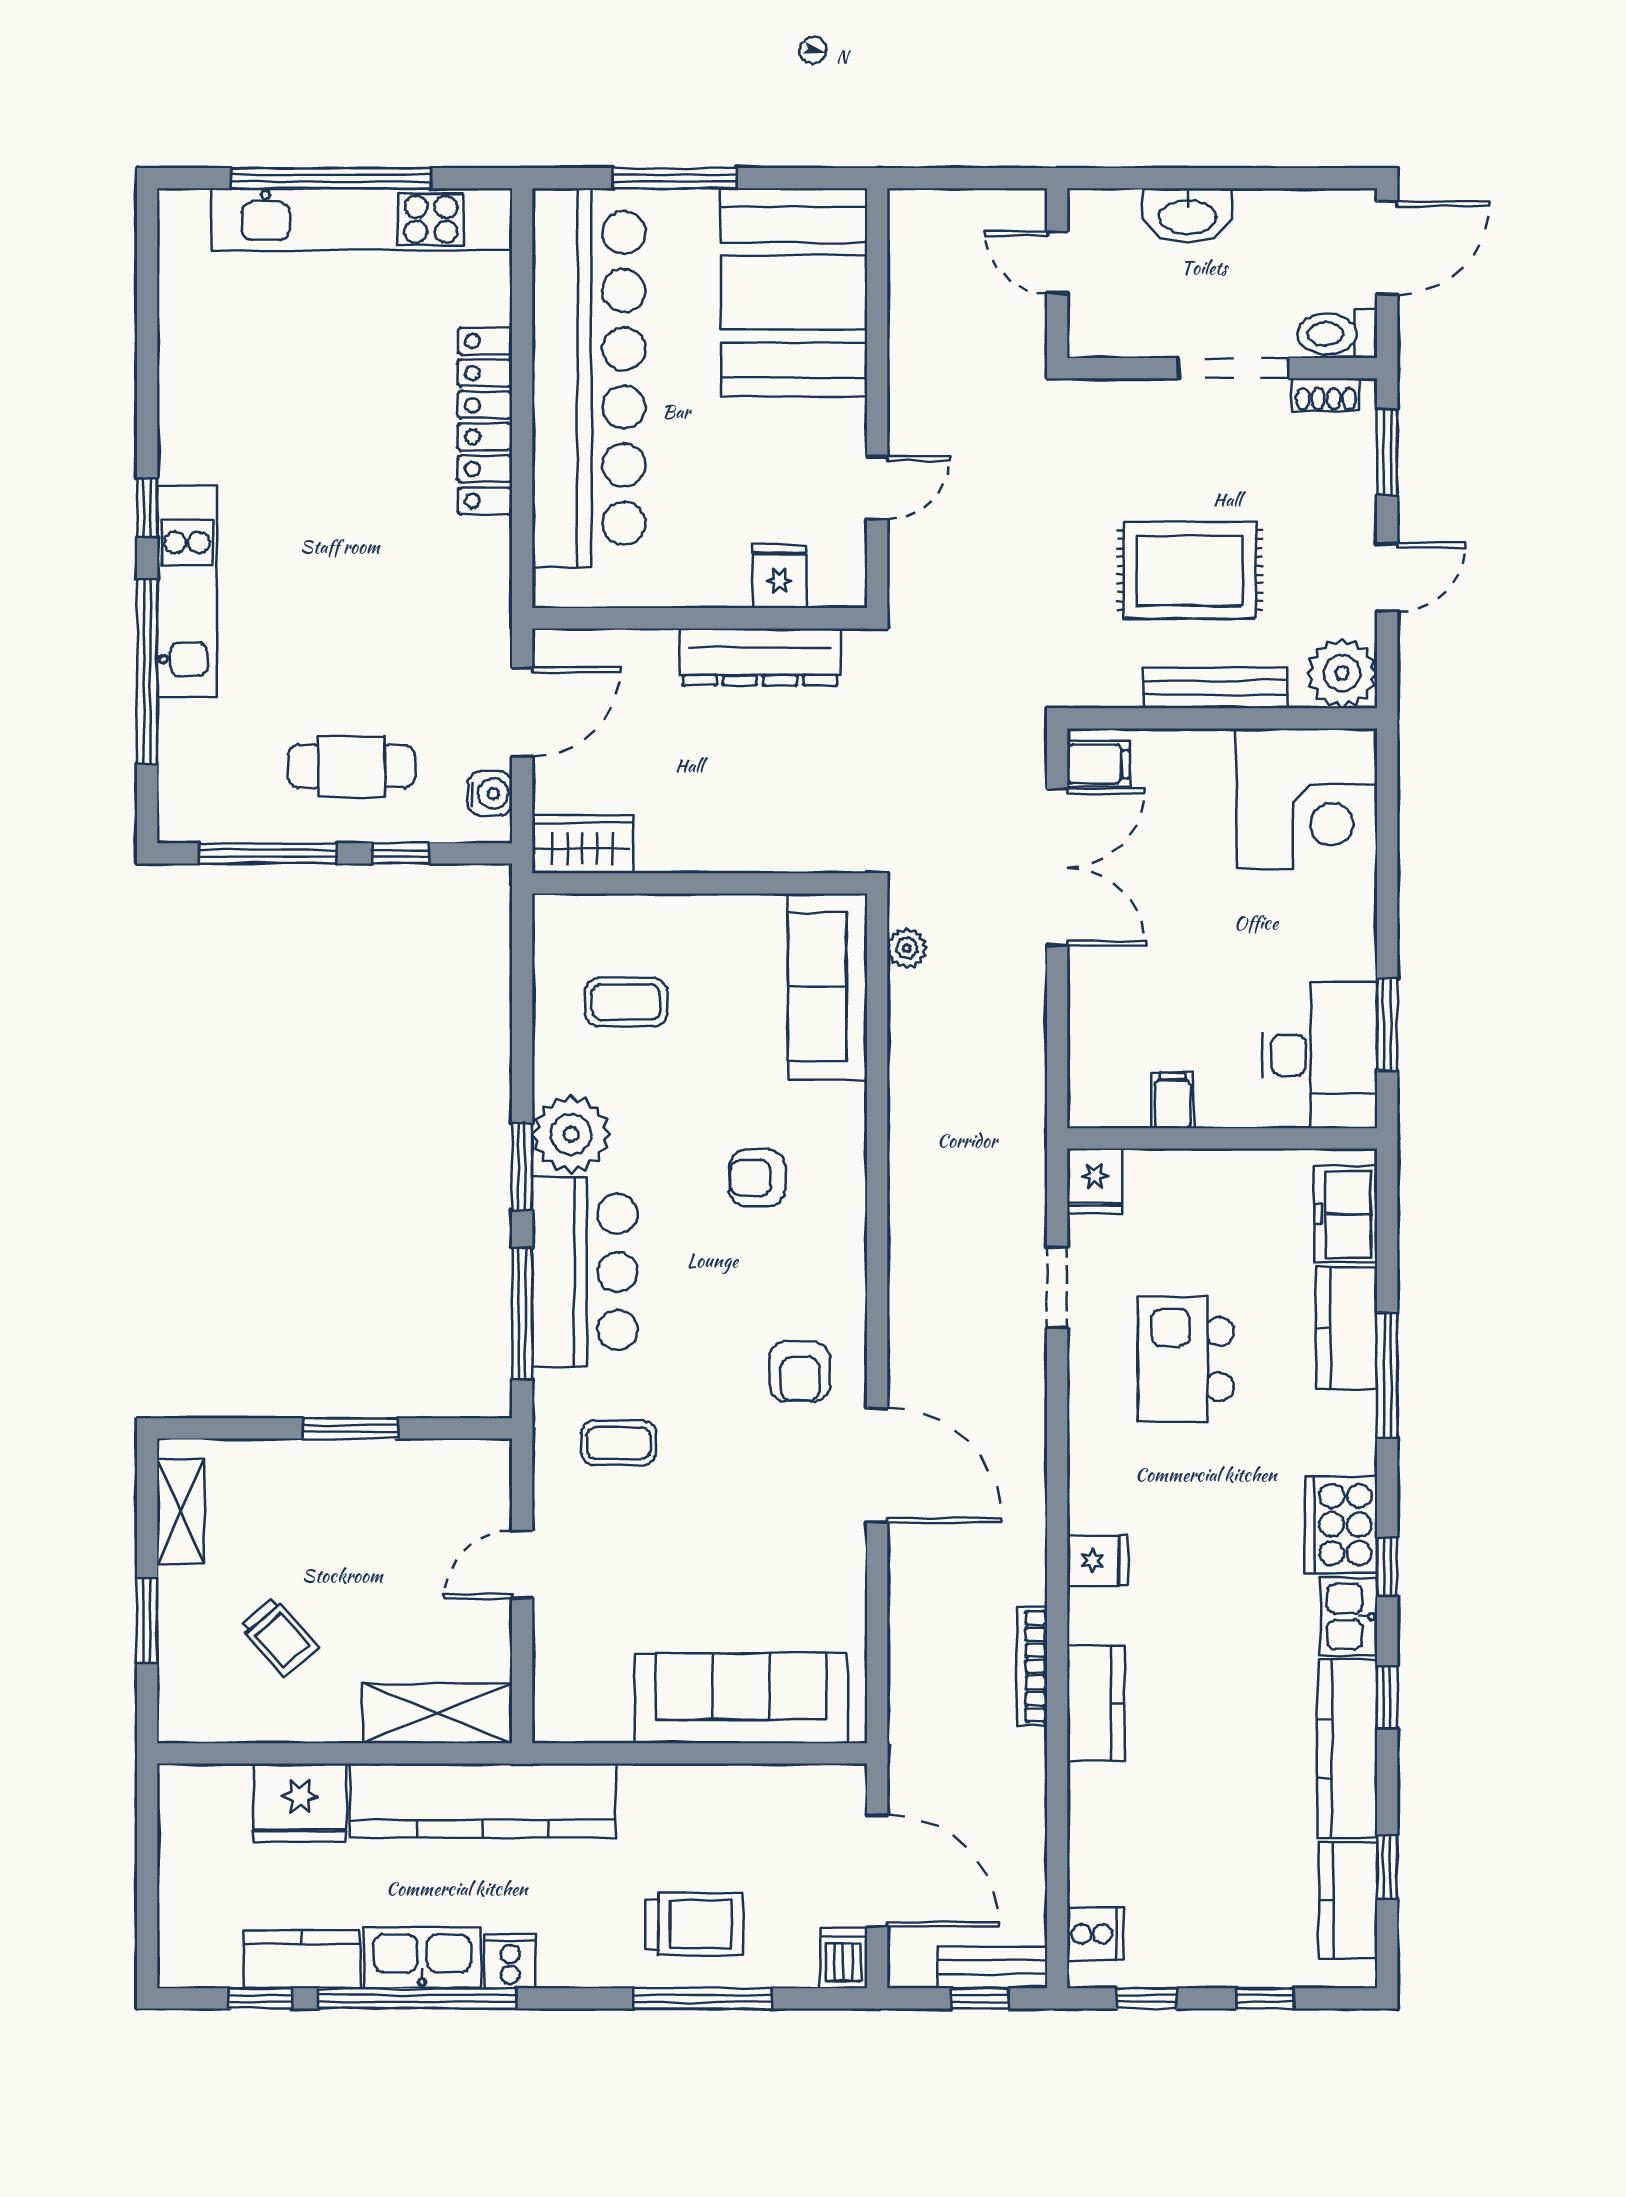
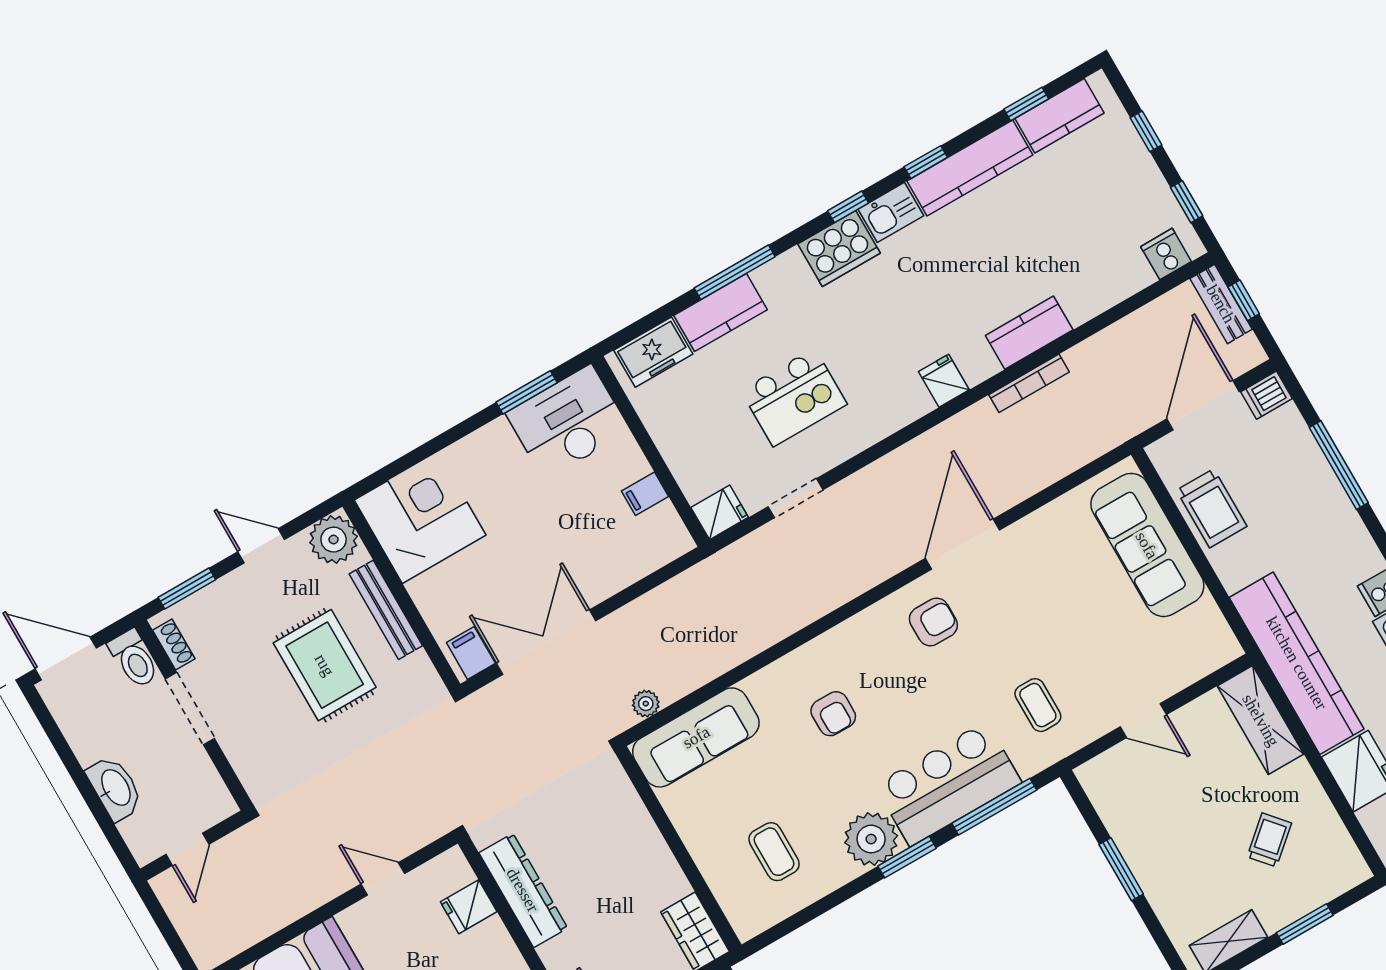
trolley: (694, 1924) -> (1212, 508), moved, turned 180

